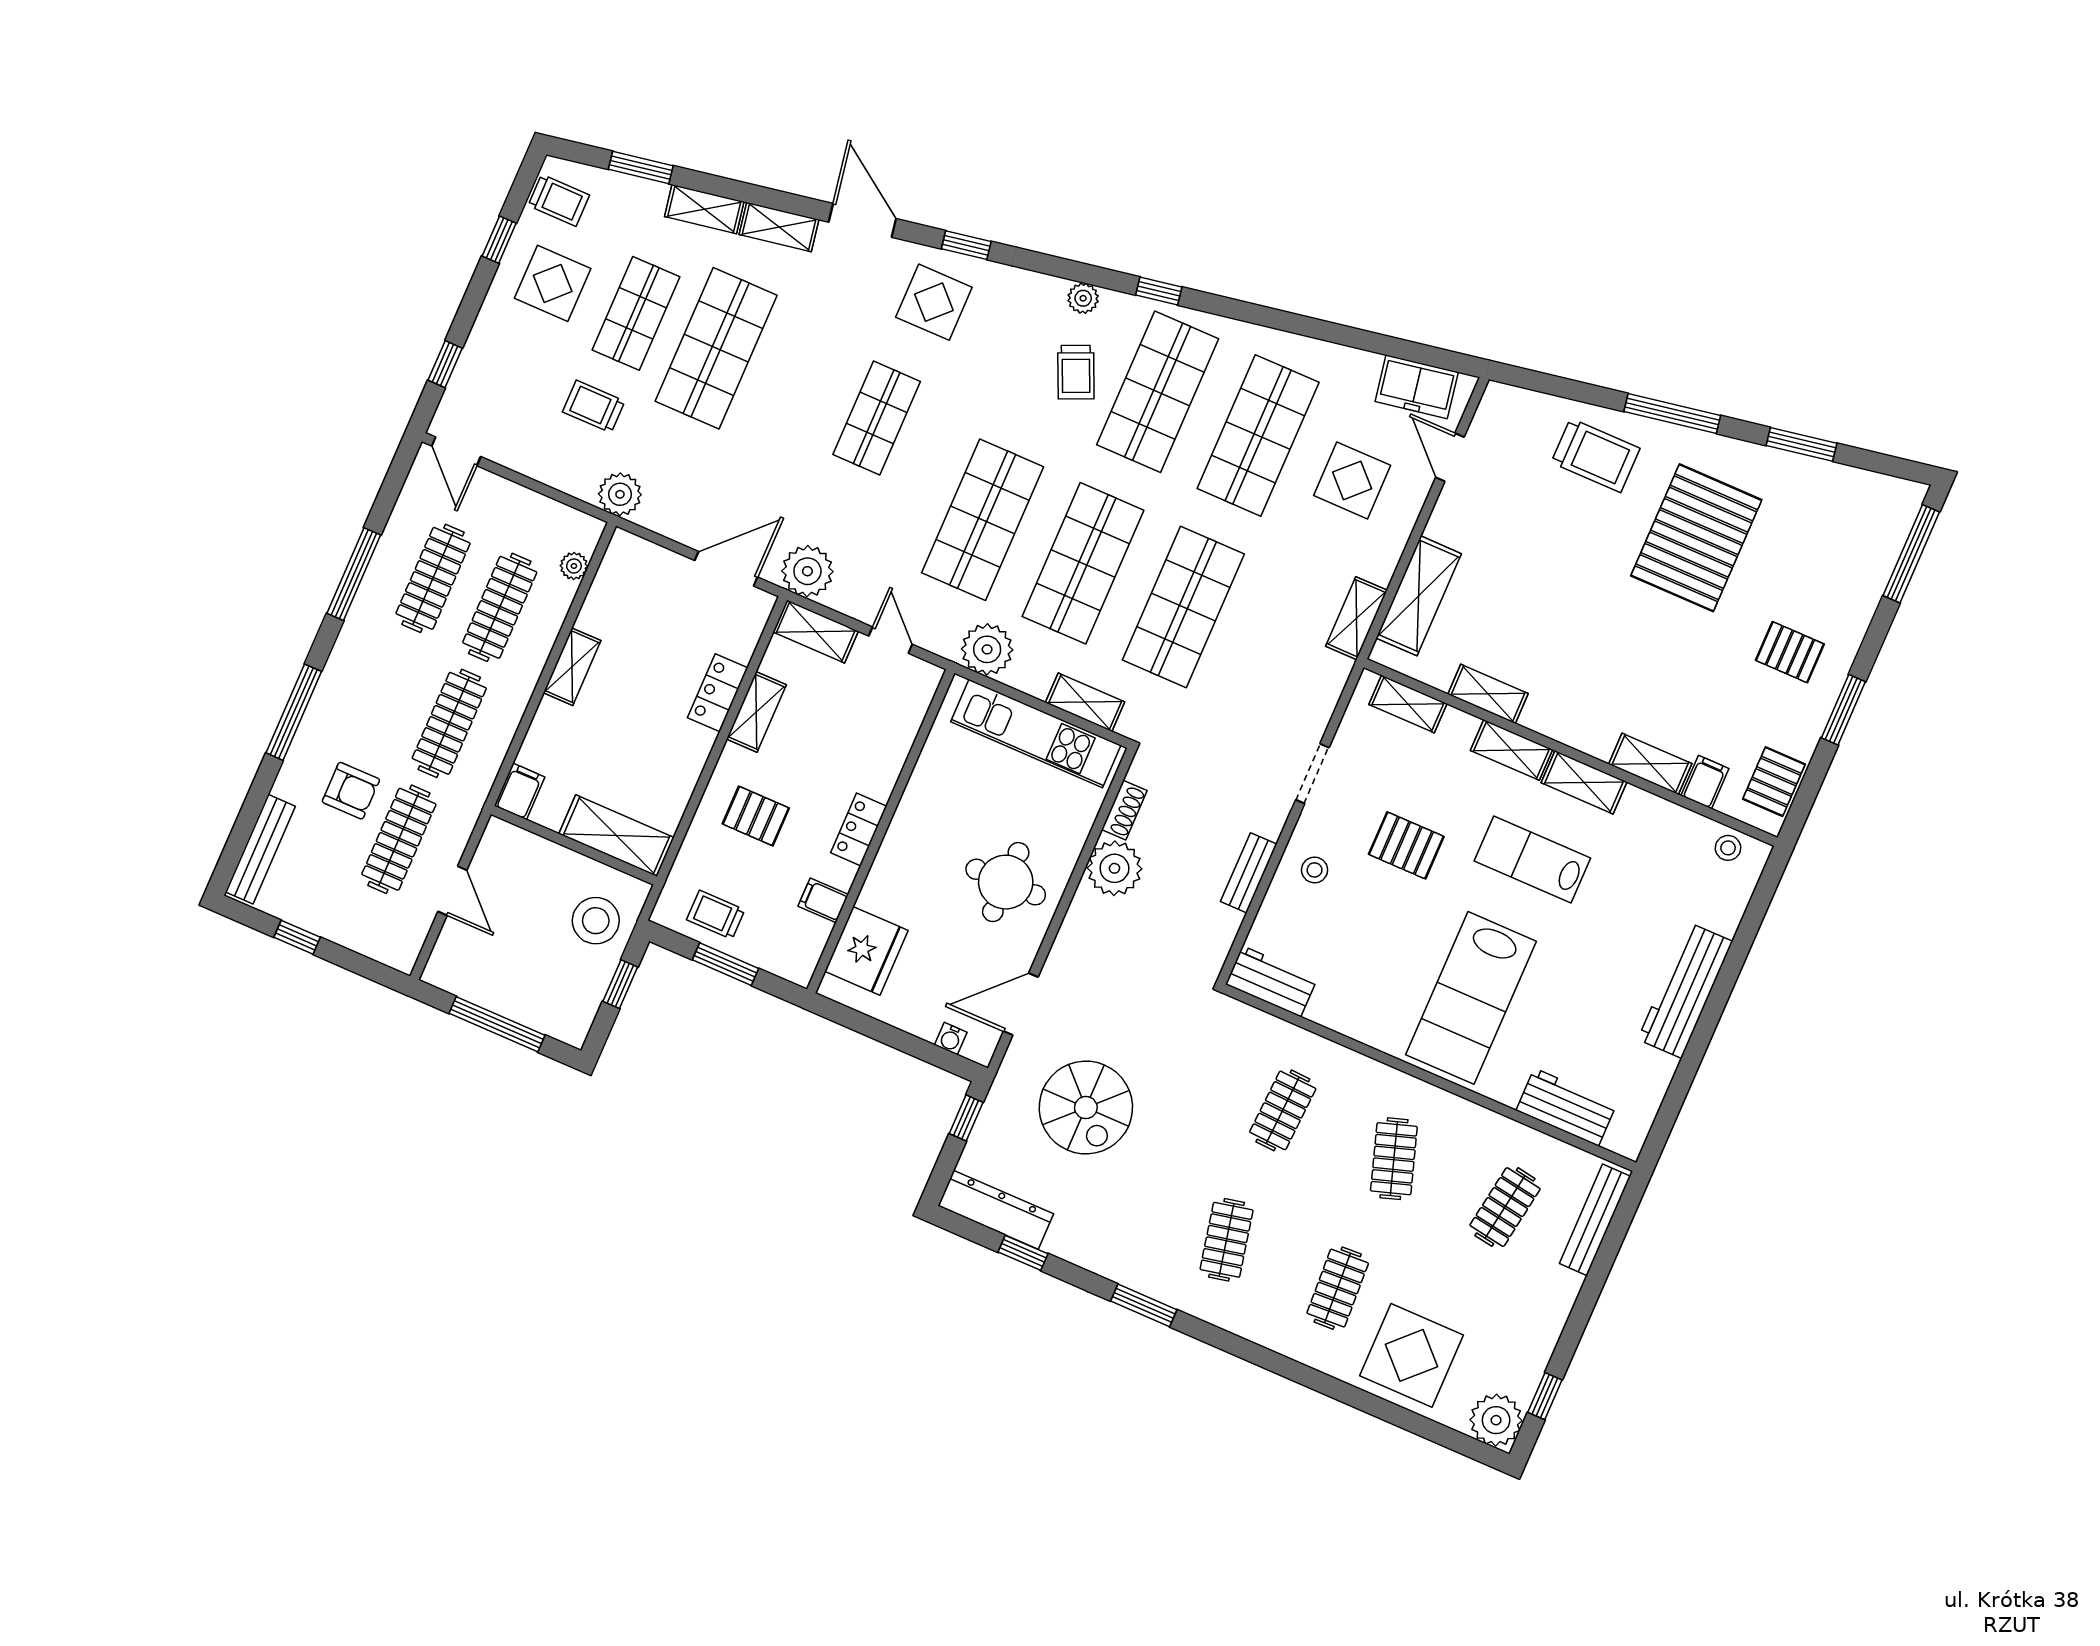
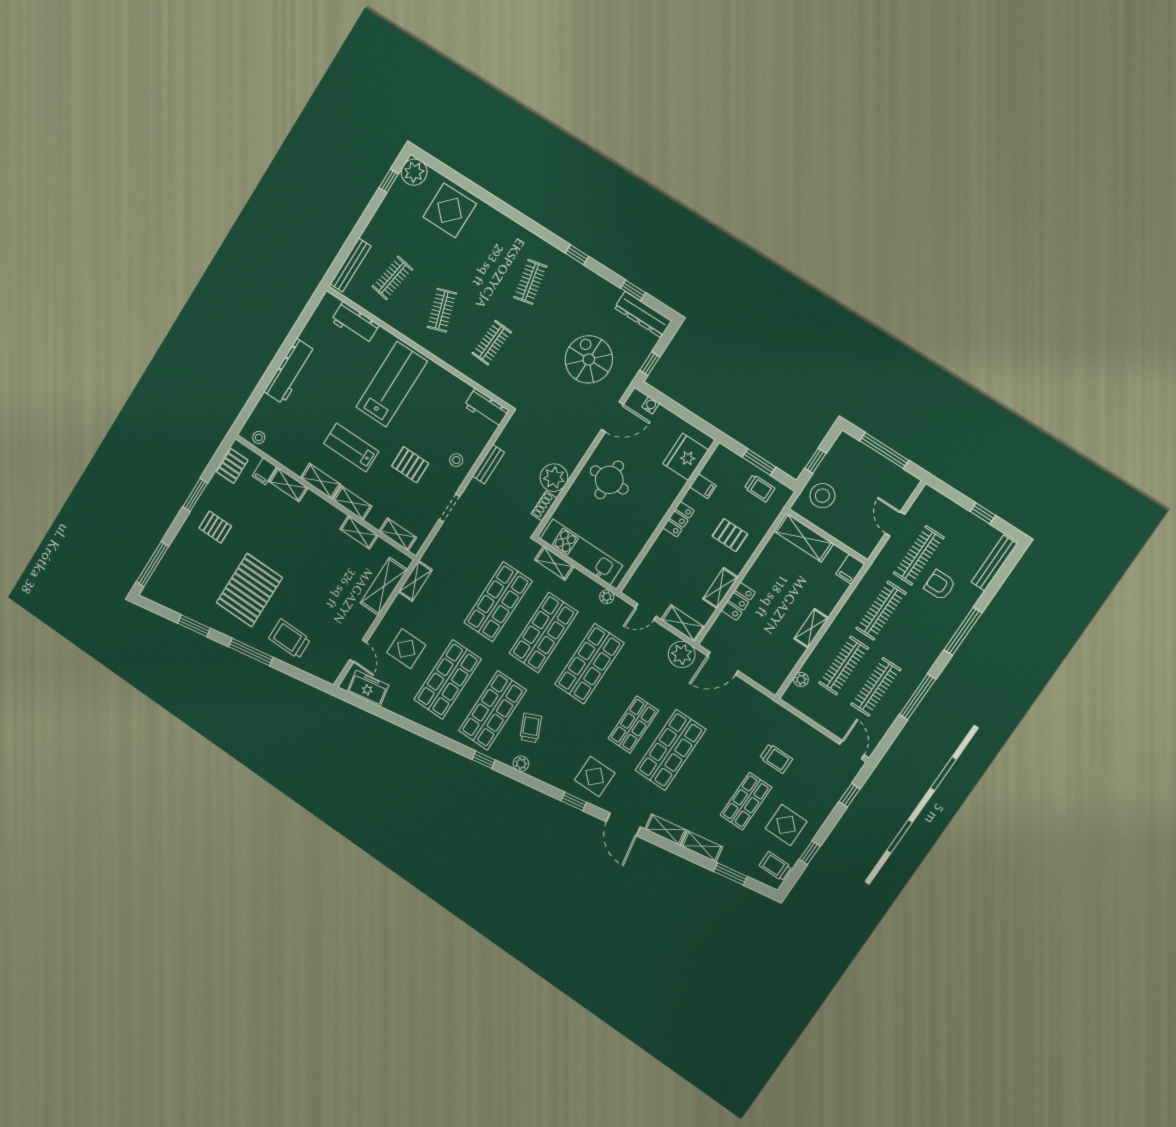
shop shelf: (716, 348) -> (671, 750), moved
plant: (620, 494) -> (771, 711), removed
door: (891, 640) -> (646, 612), hinge flipped
plant: (987, 649) -> (607, 597), width x0.53, depth x0.53
lab bench: (1532, 860) -> (351, 447), turned 180
clothes rail: (1338, 1288) -> (480, 249), removed
window: (1144, 1305) -> (577, 255), width x0.67

